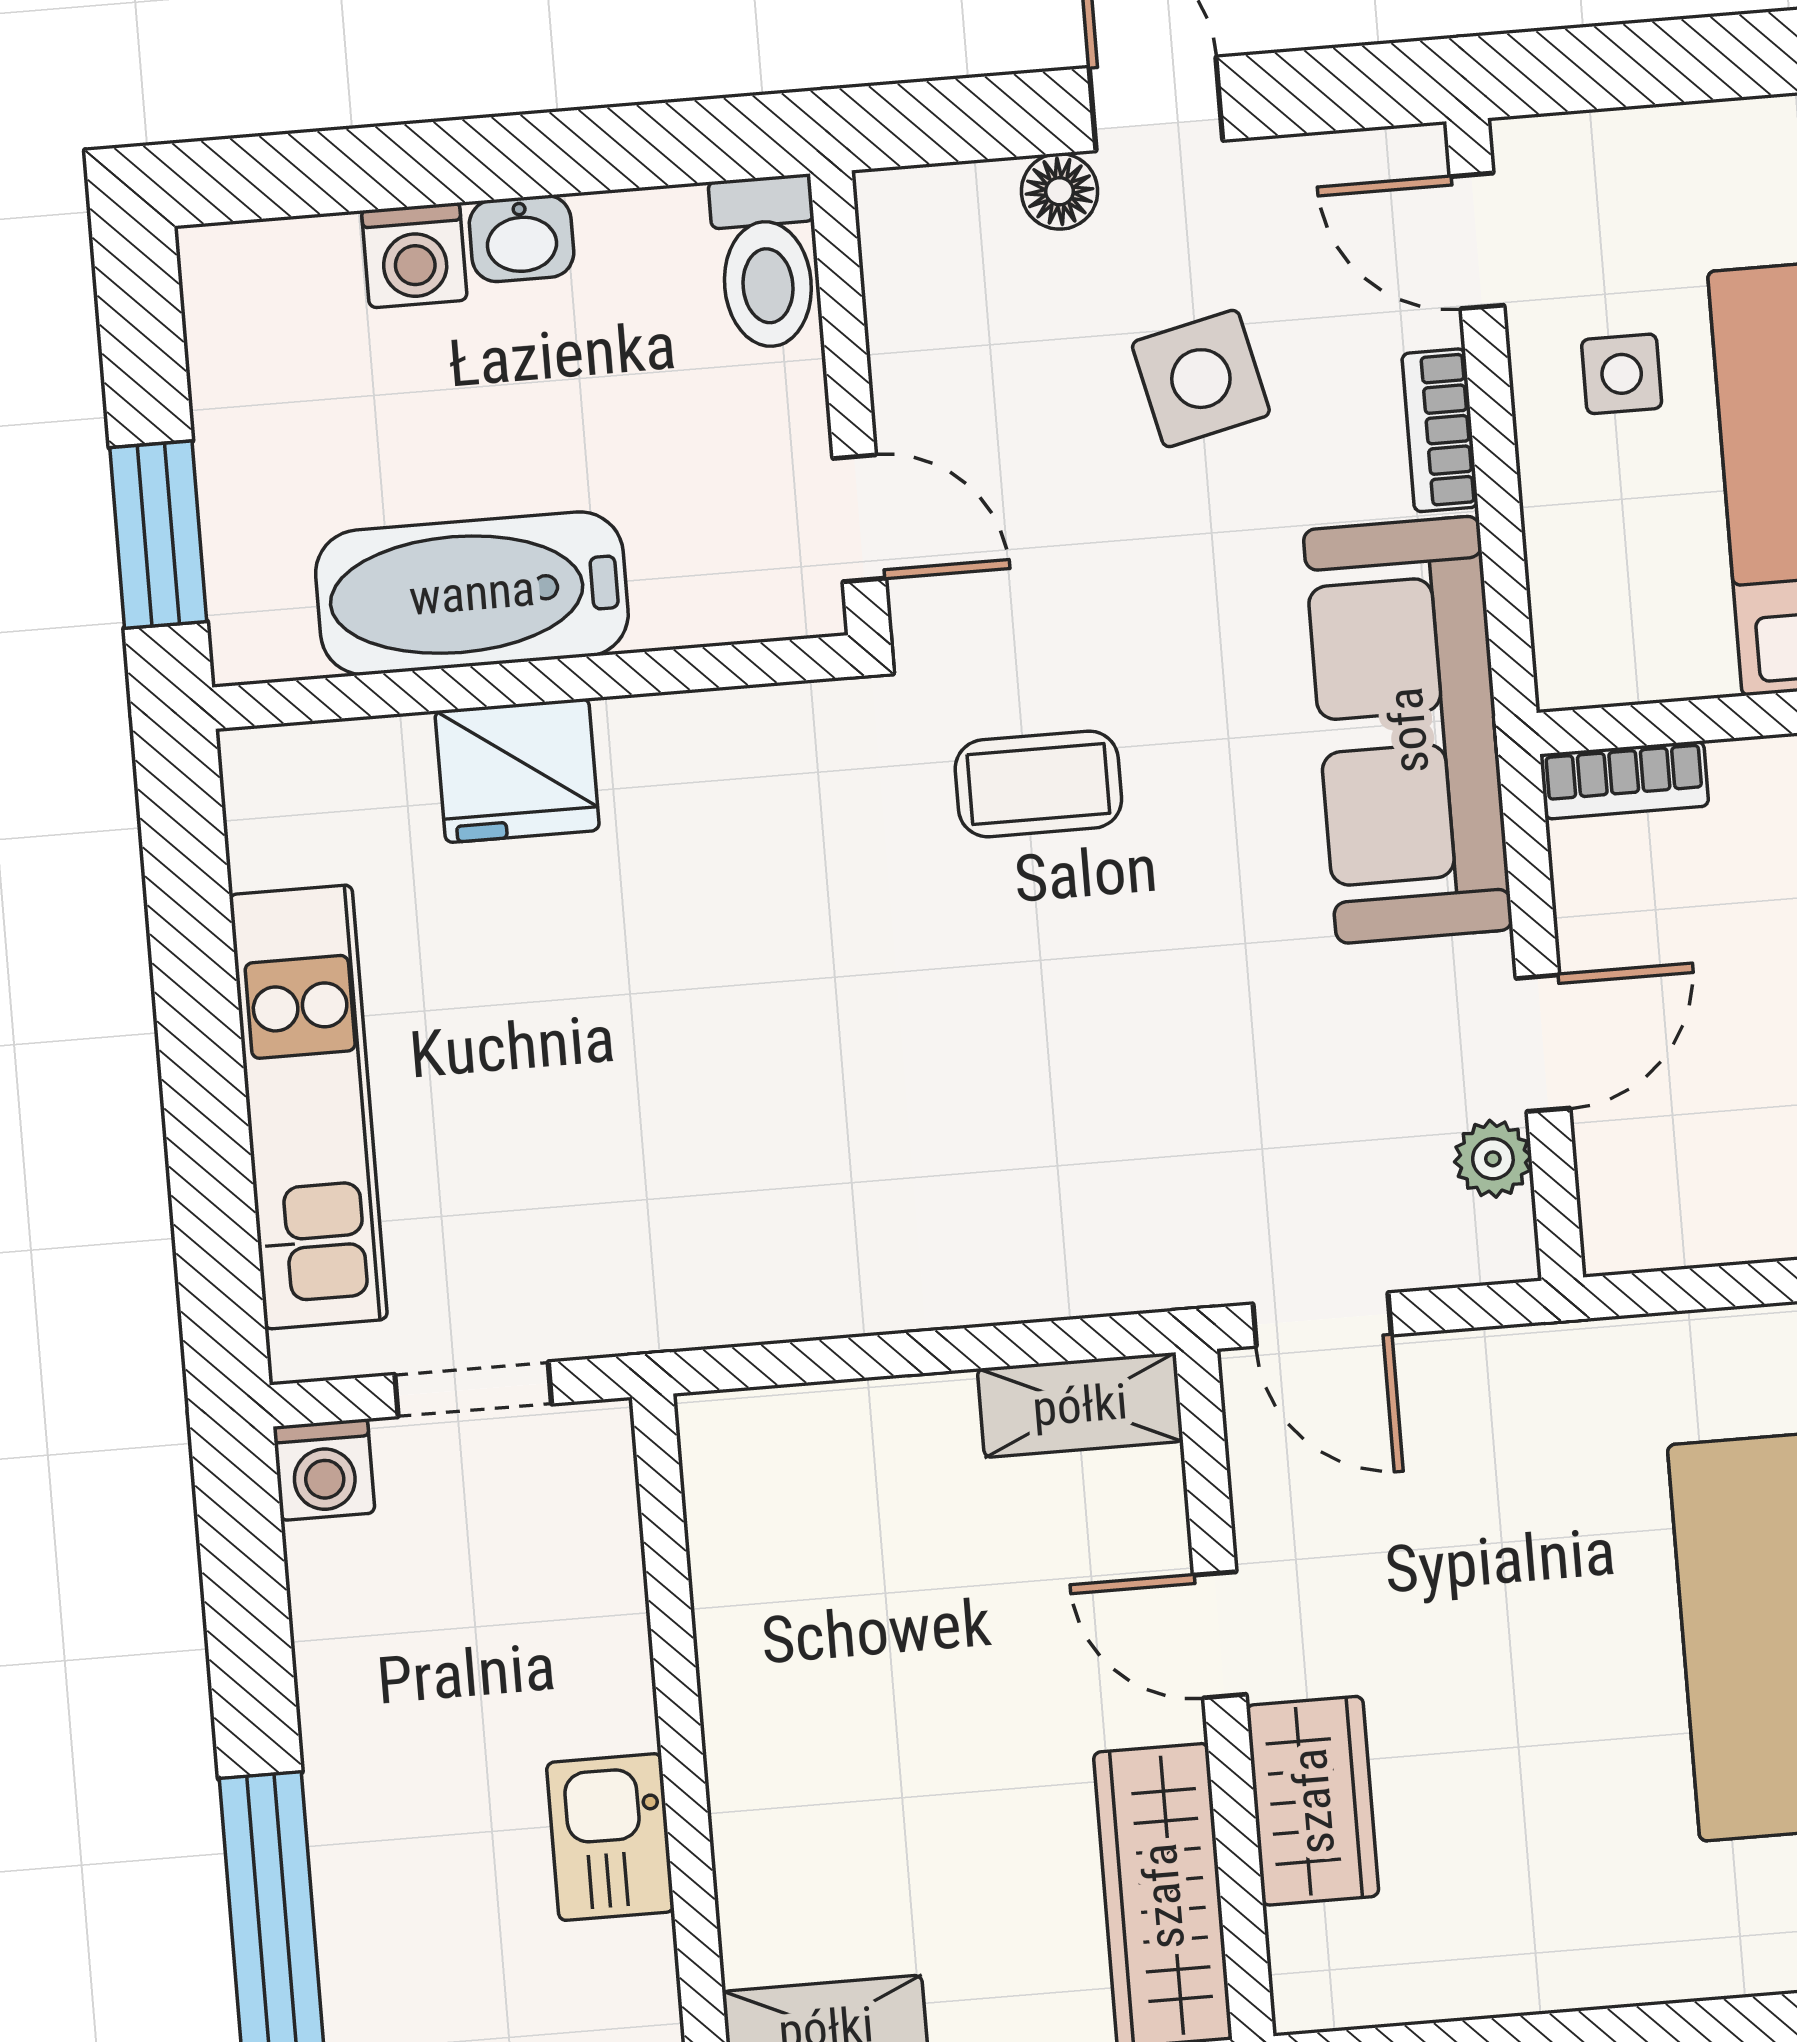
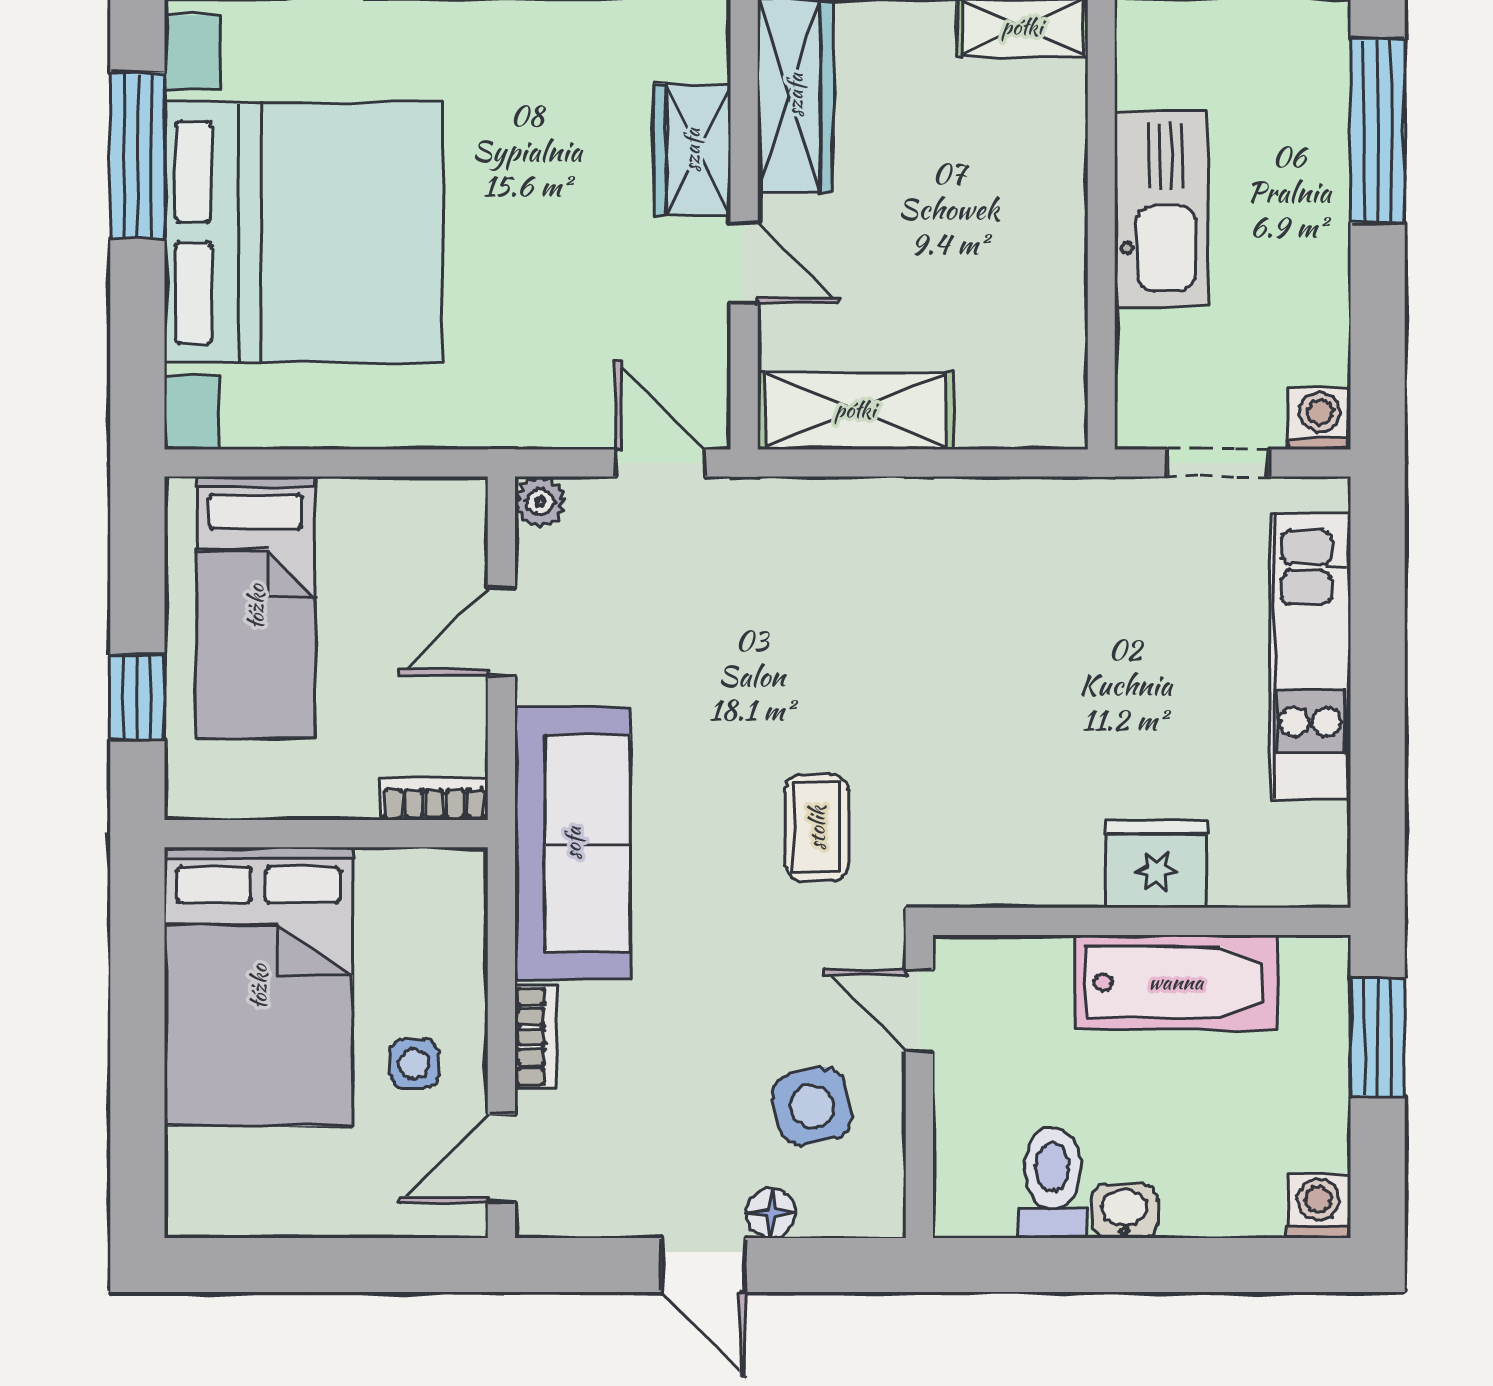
door: (1477, 241) -> (501, 1158), swing flipped
washing machine: (414, 255) -> (1319, 1206), moved
toilet: (766, 262) -> (1052, 1183), moved
side table: (1201, 379) -> (812, 1106), moved
coffee table: (1038, 784) -> (817, 828), turned 90
plant: (1493, 1159) -> (540, 502), moved
shelving: (1080, 1405) -> (855, 410), width x1.50, depth x1.33
kitchen sink: (610, 1837) -> (1162, 209), width x1.88, depth x1.24

